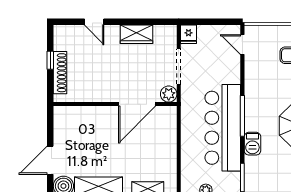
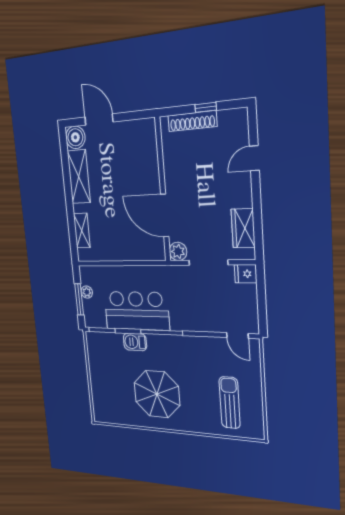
wardrobe: (137, 34) -> (243, 228), moved
door: (242, 45) -> (237, 335), swing flipped
bar counter: (223, 128) -> (137, 311), width x0.73

